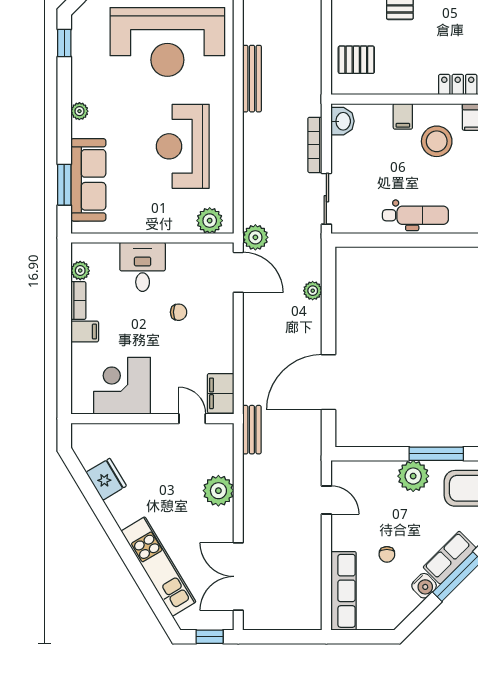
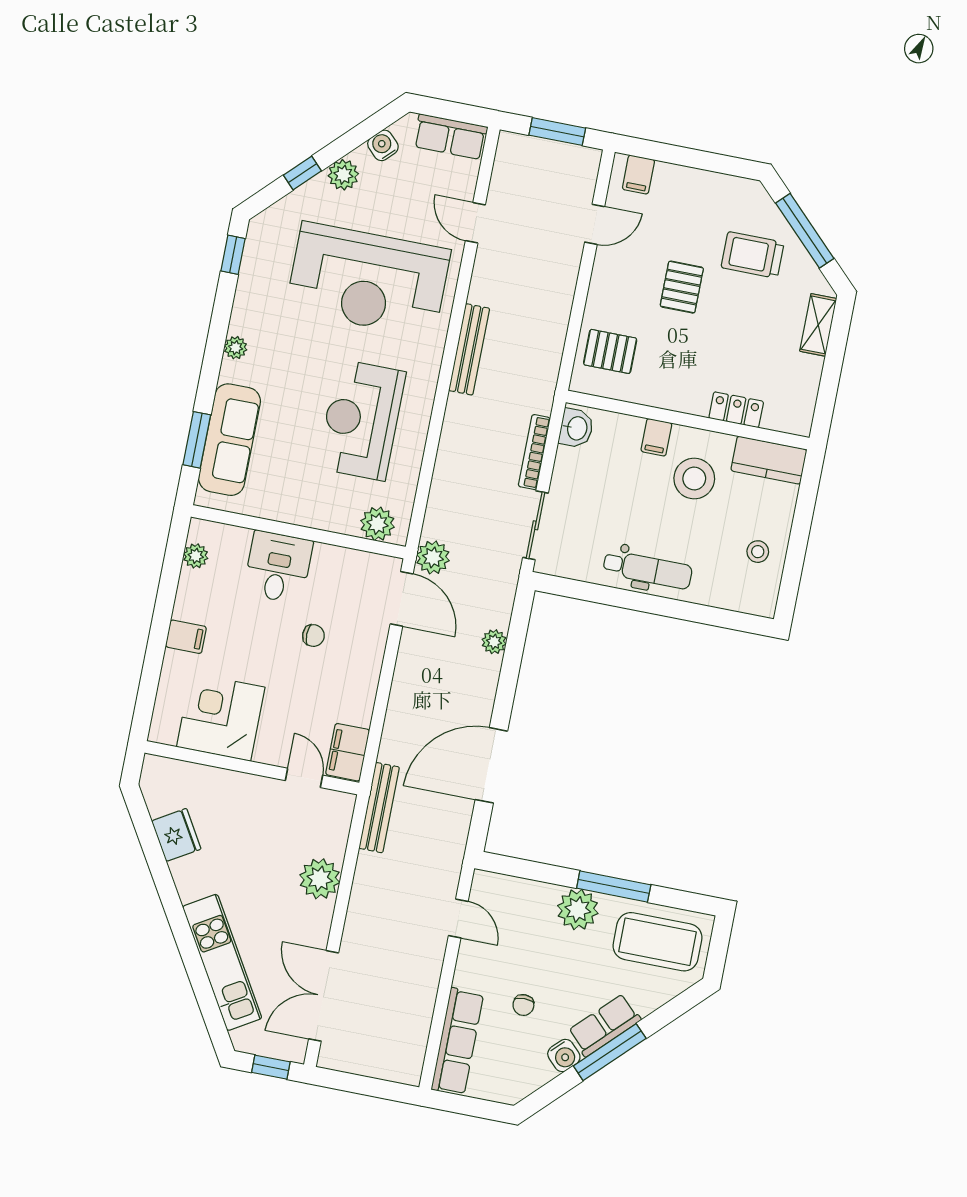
bookcase: (78, 301) -> (186, 595), removed
bench: (252, 430) -> (379, 808), width x1.36

